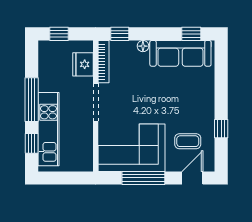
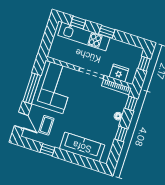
window: (191, 34) -> (121, 134), moved
sofa: (180, 53) -> (82, 147), moved, turned 90
window: (32, 100) -> (107, 32), width x0.46

